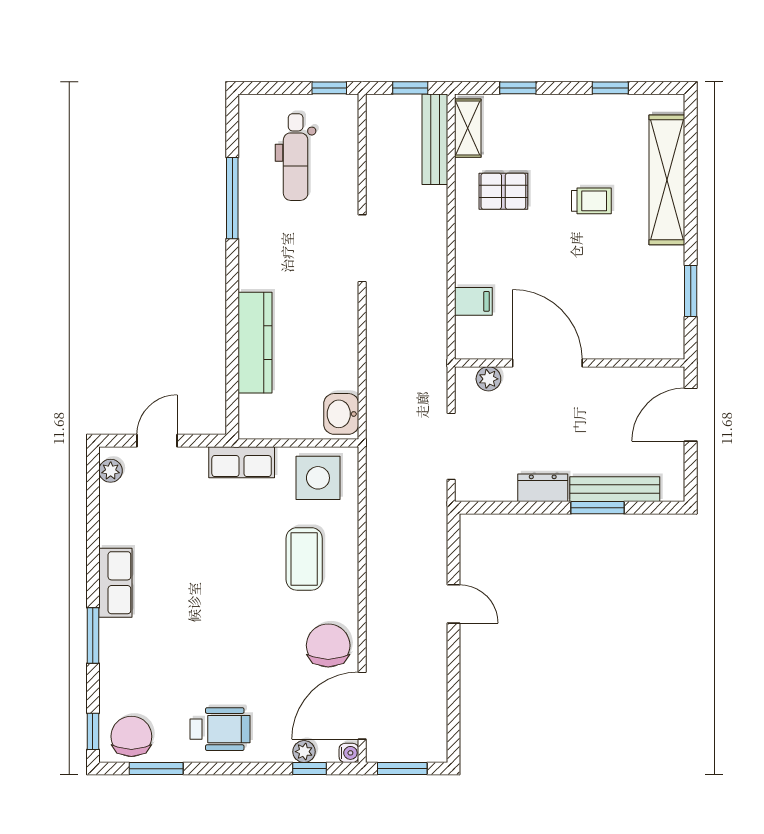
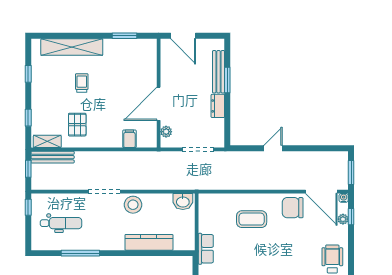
stool: (334, 309) -> (133, 205), added
side table: (318, 478) -> (213, 213), removed

